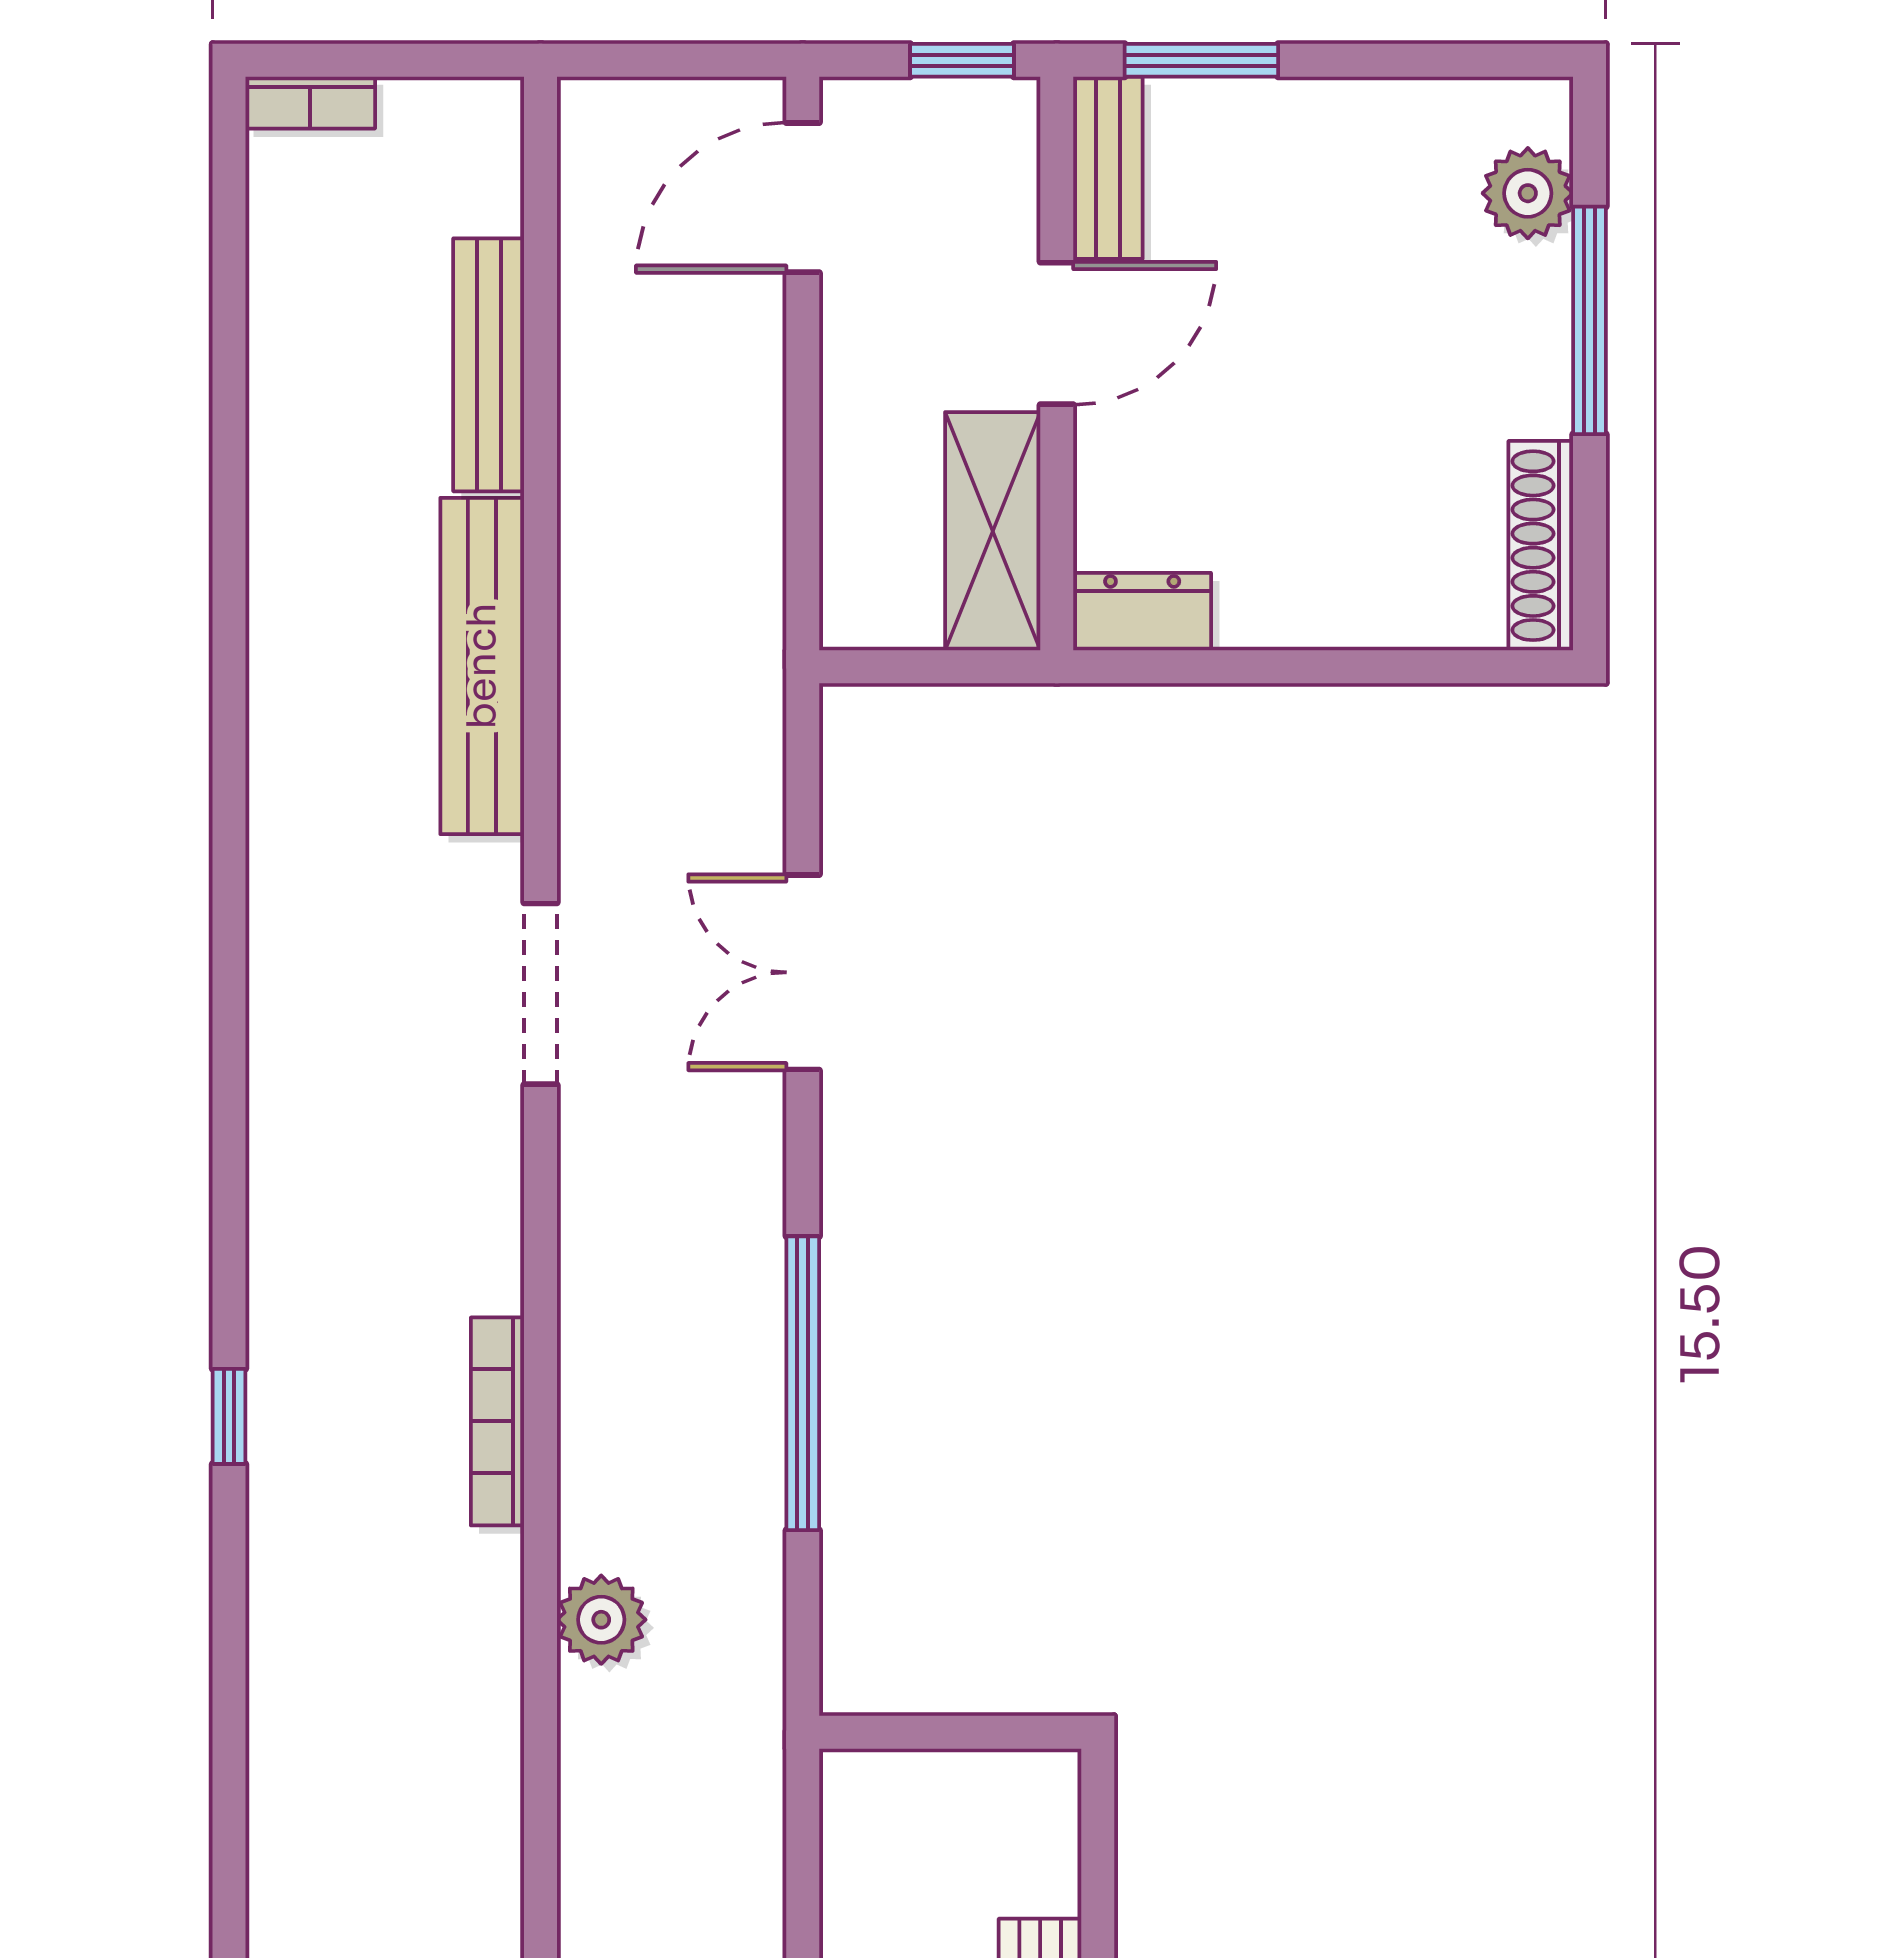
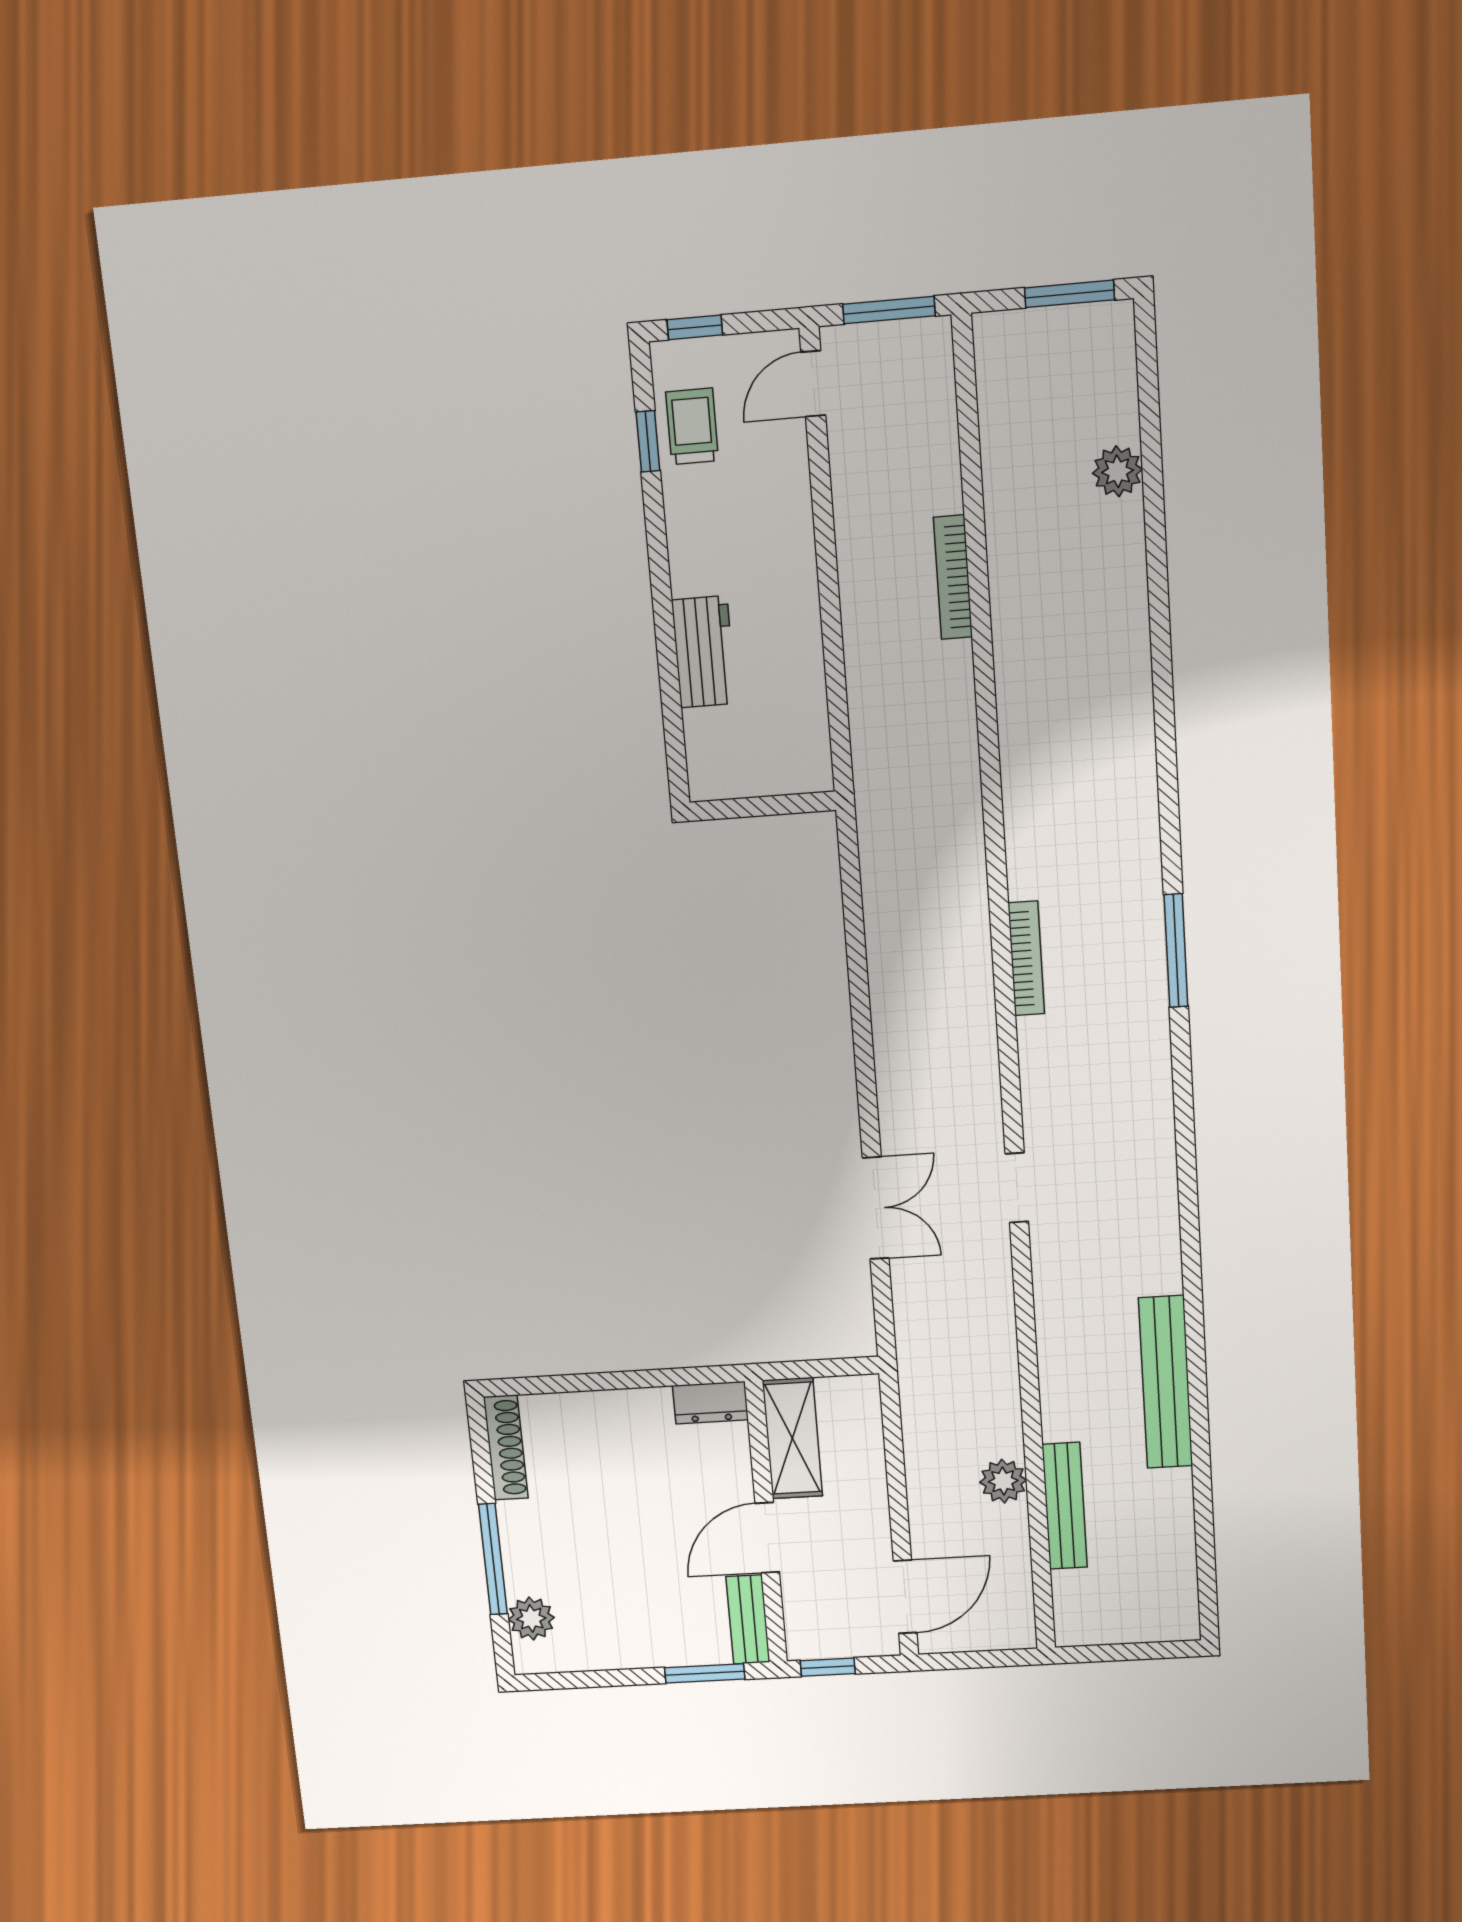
bookcase: (310, 103) -> (1166, 1629), removed
bench: (482, 666) -> (1166, 1382), moved
doorway: (540, 994) -> (1017, 1188), width x0.73
window: (803, 1383) -> (859, 991), removed
window: (229, 1416) -> (1176, 951), width x2.17
plant: (601, 1620) -> (1003, 1481), moved

